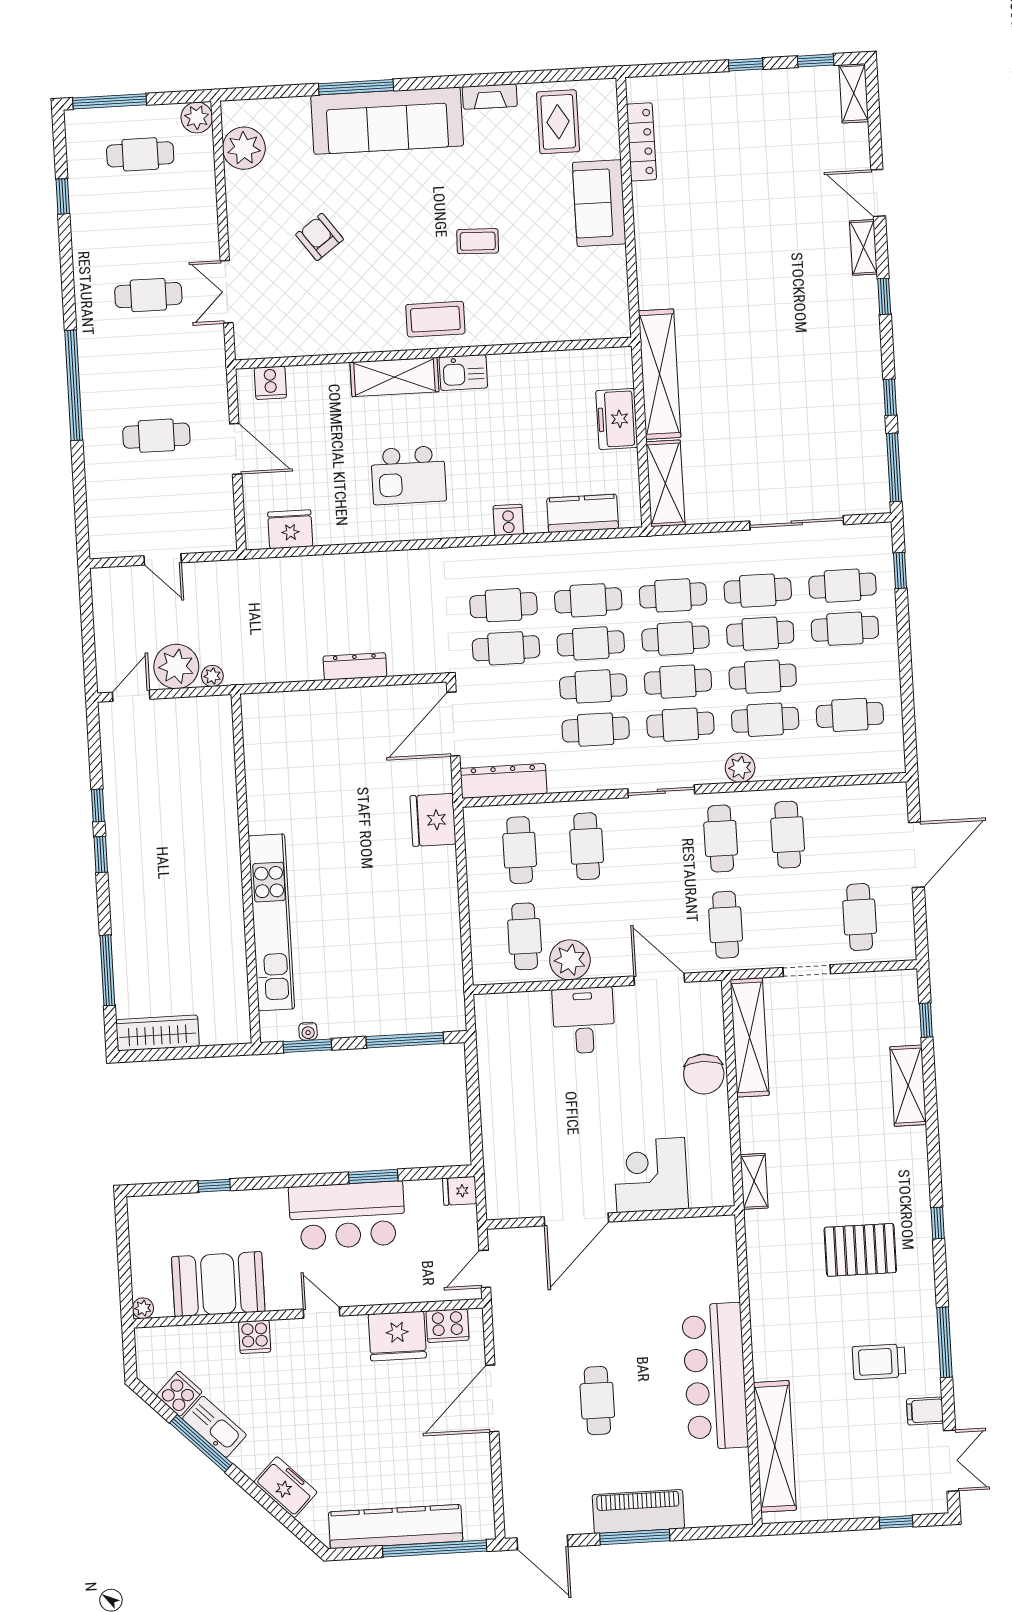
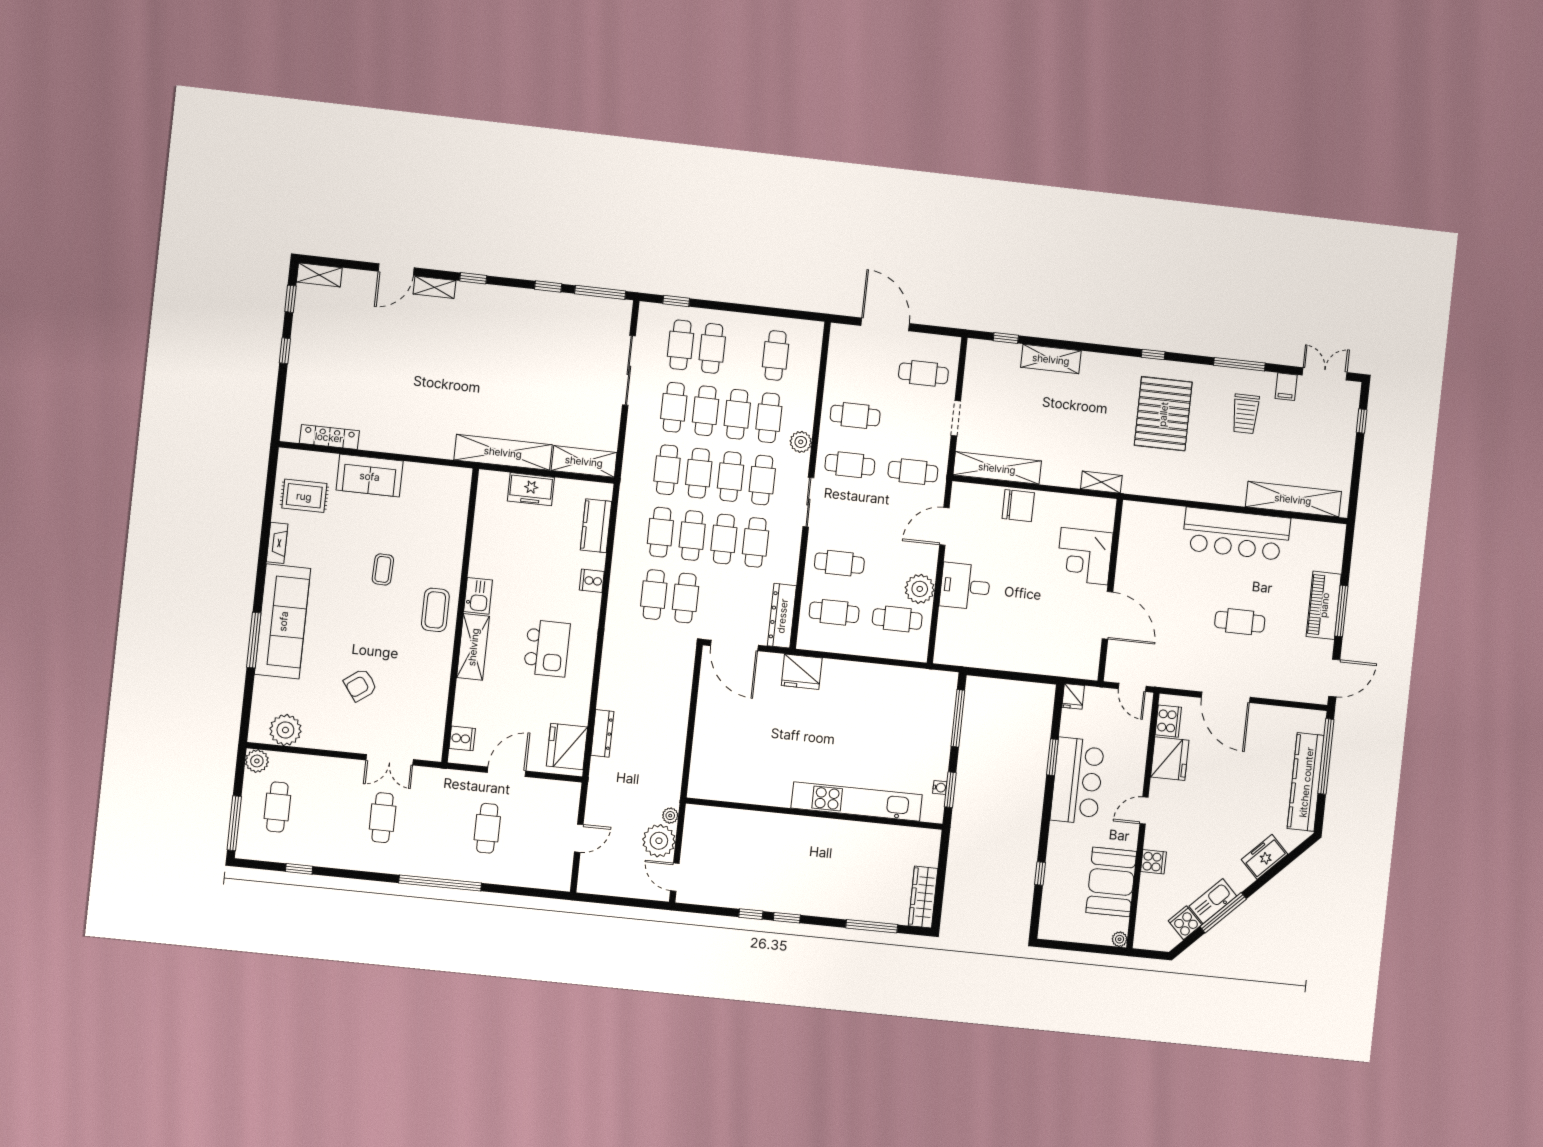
fridge: (290, 529) -> (567, 747), width x1.36, depth x1.34
dresser: (355, 666) -> (602, 733), moved, turned 180
pallet: (860, 1250) -> (1163, 414), width x1.37, depth x1.41

